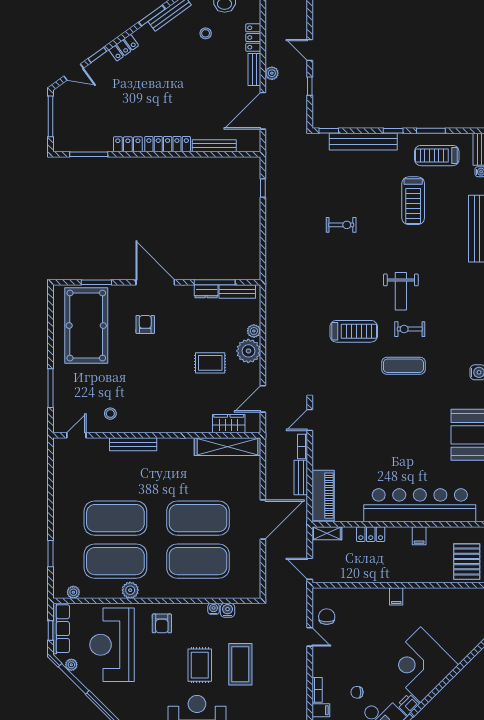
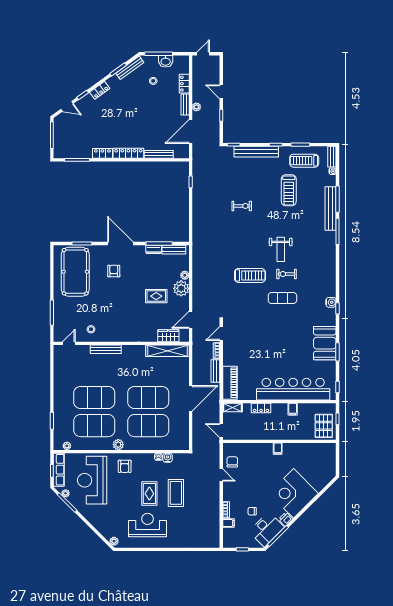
plant: (130, 590) -> (118, 445), moved

